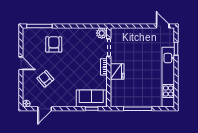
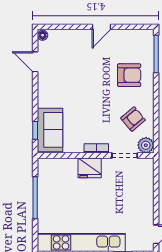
armchair: (45, 79) -> (133, 119), moved

